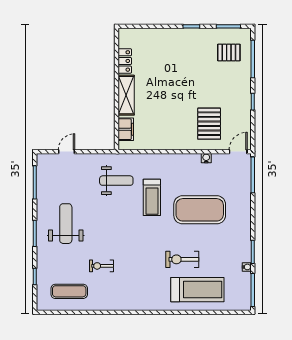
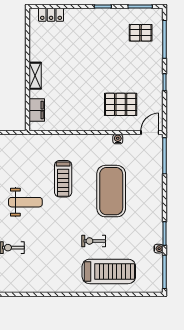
locker: (125, 61) -> (51, 15), moved, turned 90
shelving: (126, 95) -> (35, 76), width x0.67, depth x0.75
pallet: (209, 124) -> (121, 104), turned 90
weight bench: (116, 181) -> (25, 202), moved
exercise mat: (200, 210) -> (111, 191), turned 90
exercise bike: (182, 259) -> (94, 241), width x0.73, depth x0.72

